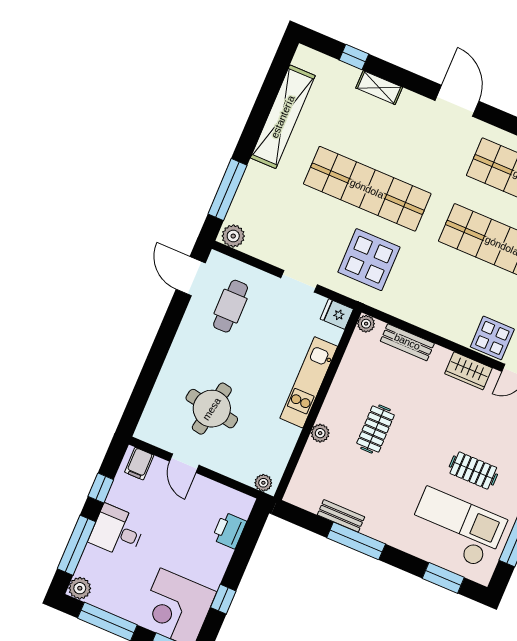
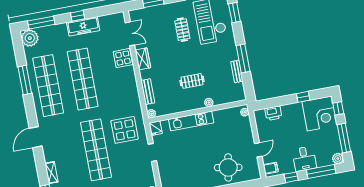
cafe table: (231, 306) -> (181, 174), removed
round table: (212, 409) -> (228, 167), moved

